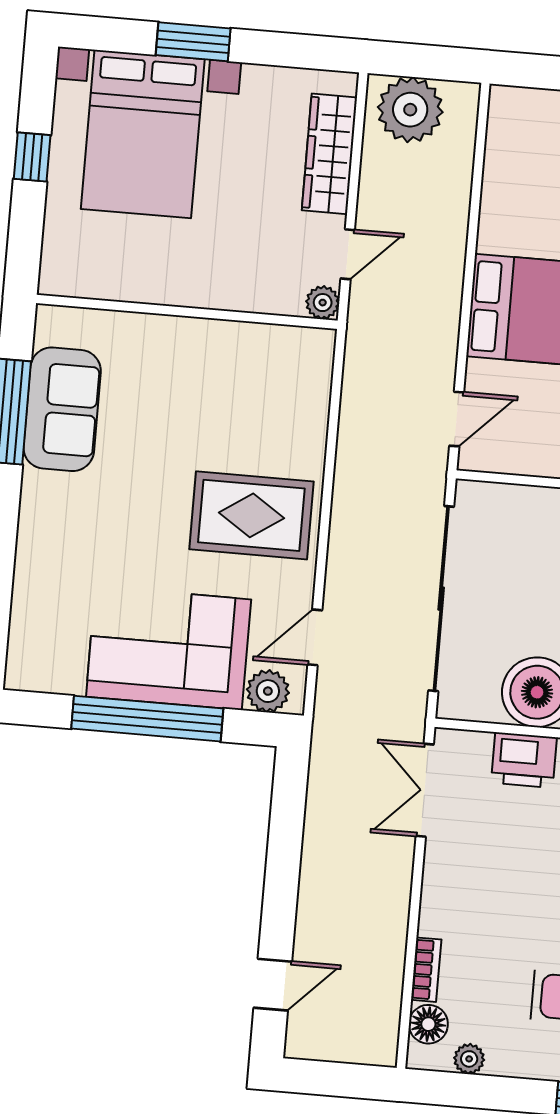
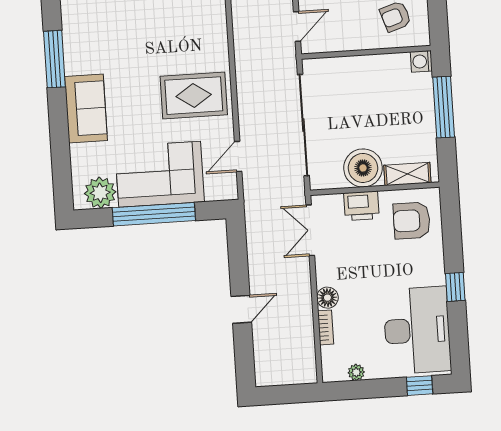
sofa: (62, 409) -> (86, 108), moved
plant: (268, 691) -> (100, 193), moved, width x1.36, depth x1.36
door: (273, 985) -> (241, 309), moved
floor lamp: (428, 1024) -> (327, 298), moved

